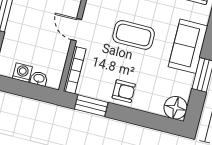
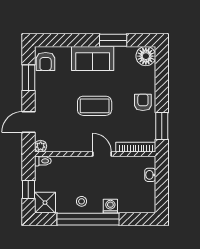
door: (76, 30) -> (102, 154), swing flipped
coffee table: (134, 35) -> (95, 106), turned 90
washing machine: (22, 73) -> (110, 206), moved, turned 90

